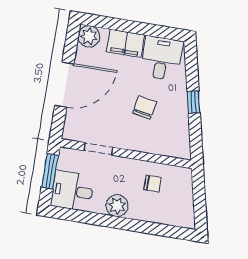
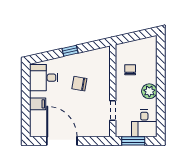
plant: (89, 36) -> (37, 130), removed
filing cabinet: (125, 43) -> (38, 104), width x0.50
door: (64, 85) -> (62, 141), moved

